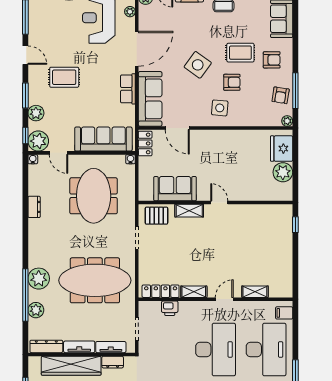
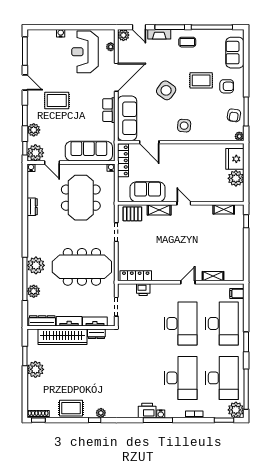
armchair: (232, 82) -> (194, 105), removed
locker: (145, 143) -> (123, 160), width x1.53
shelving: (194, 292) -> (224, 209), moved

